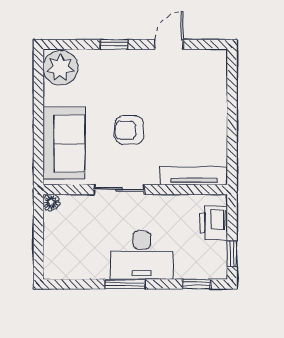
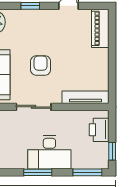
piano: (215, 77) -> (100, 28), added
armchair: (129, 130) -> (41, 65), turned 90
window: (196, 284) -> (87, 172), width x1.50

